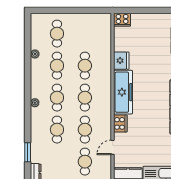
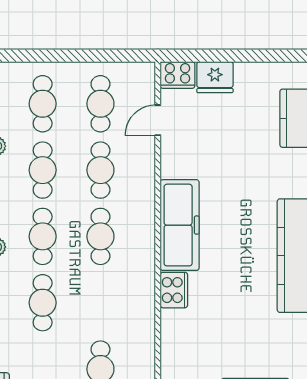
fridge: (121, 61) -> (215, 77), moved, turned 90
cafe table: (85, 130) -> (100, 104), moved
door: (113, 147) -> (158, 120), moved

